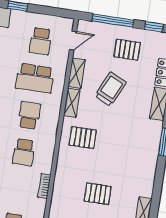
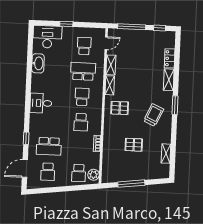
school desk: (40, 41) -> (84, 46), turned 180
pallet: (127, 50) -> (143, 45), removed
school desk: (35, 78) -> (83, 71), turned 180
trolley: (111, 89) -> (154, 115), moved

